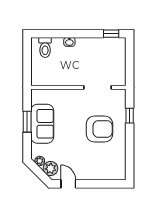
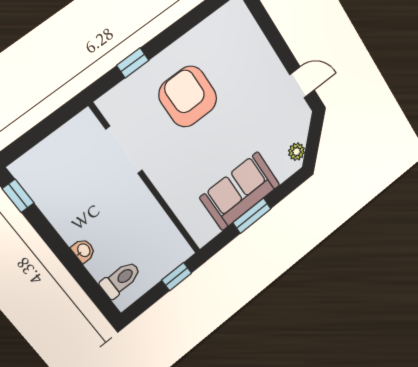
window: (27, 71) -> (177, 277), added
plant: (51, 168) -> (297, 127), removed
door: (68, 184) -> (302, 82), swing flipped

